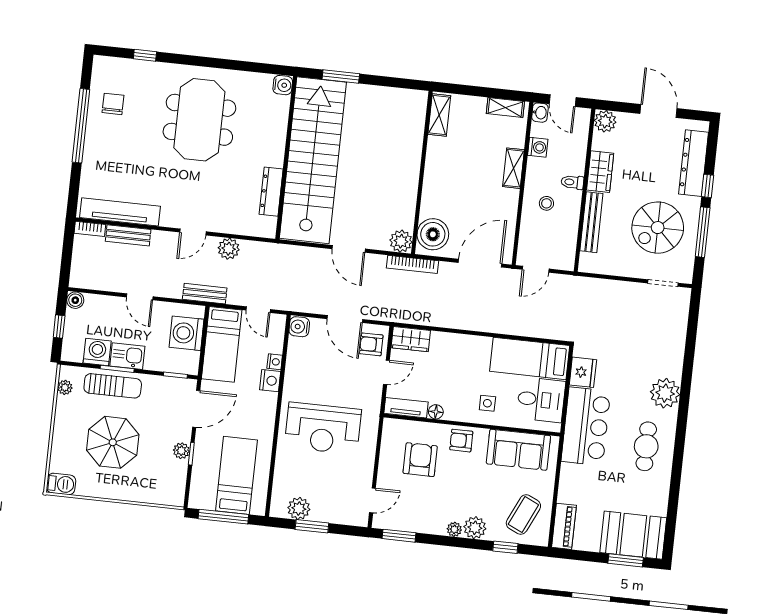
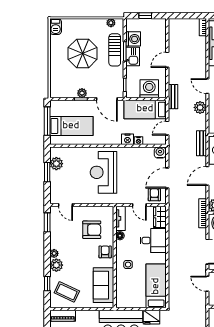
bench: (128, 235) -> (201, 143), moved
boiler: (75, 300) -> (161, 23), removed
desk: (541, 400) -> (153, 240), moved, turned -90

